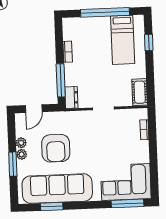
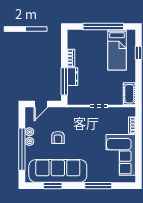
dresser: (71, 98) -> (73, 77), moved
armchair: (56, 148) -> (58, 137), width x0.53, depth x0.53
window: (13, 164) -> (22, 149), width x2.11
corner sofa: (126, 182) -> (121, 155), moved, turned -90
window: (127, 203) -> (98, 186), moved

